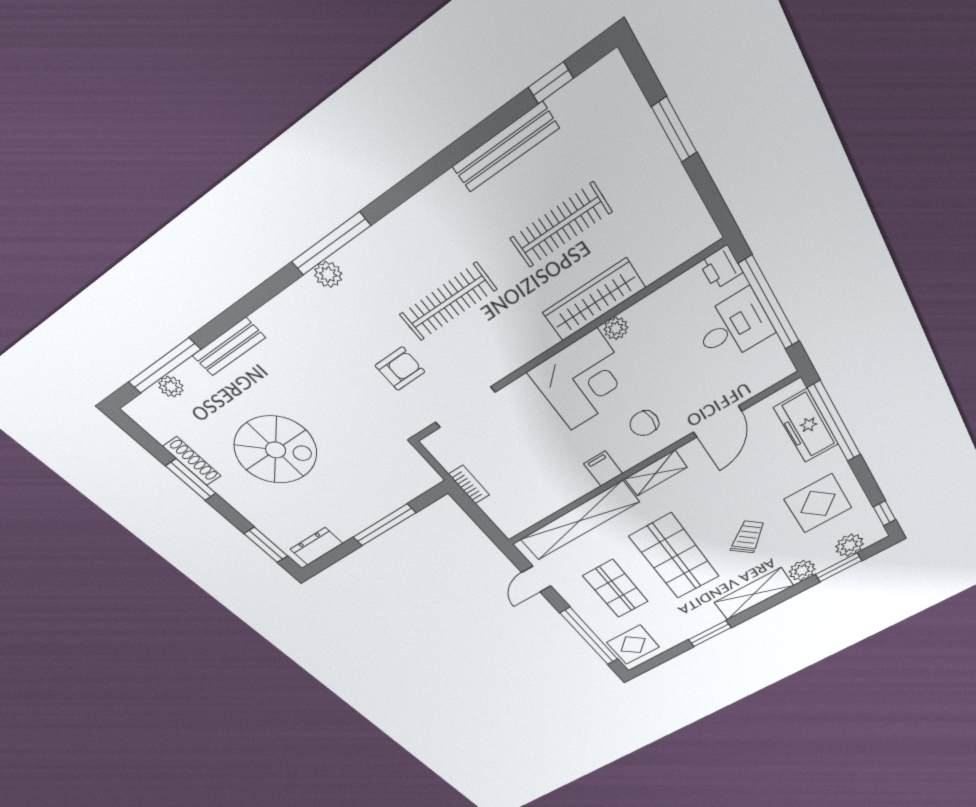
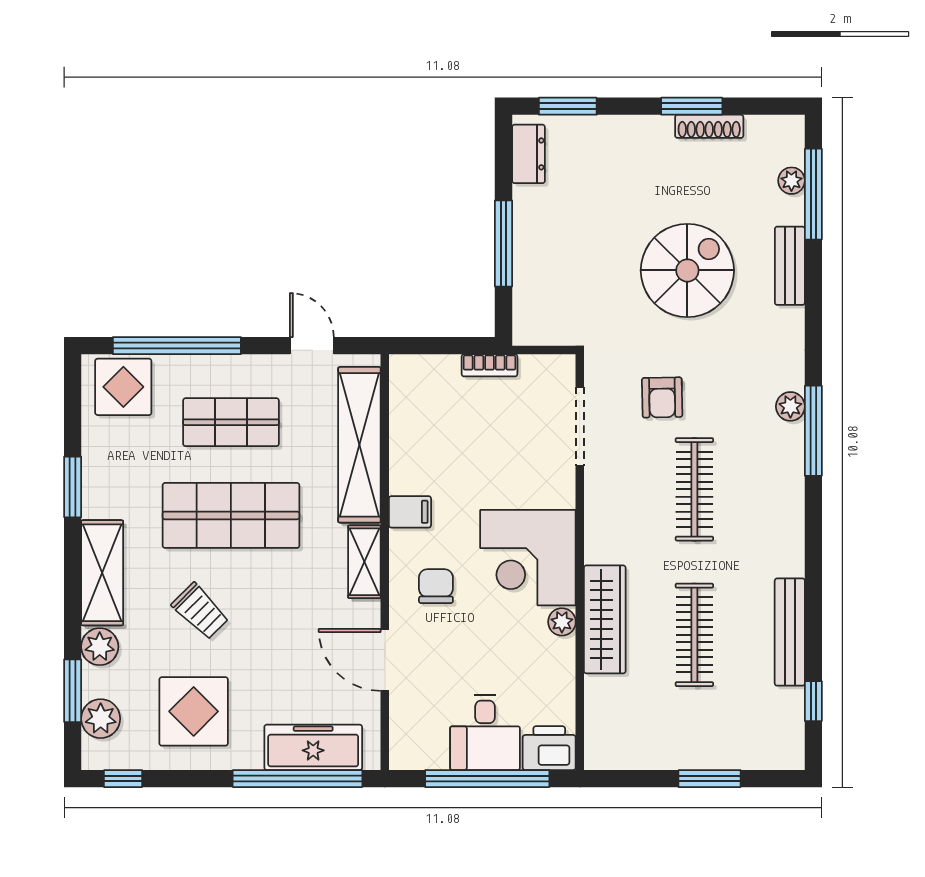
printer: (721, 267) -> (549, 748), width x1.36, depth x1.24
spiral stairs: (276, 450) -> (687, 270), moved, turned 180

